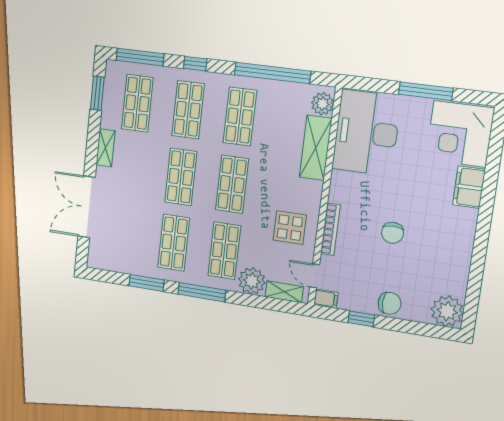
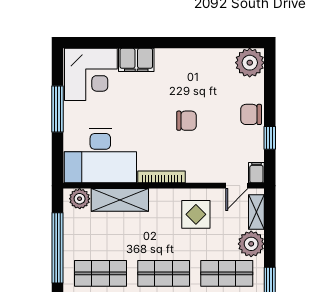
bookcase: (330, 229) -> (162, 177), moved
chair: (390, 303) -> (251, 114), turned -90

